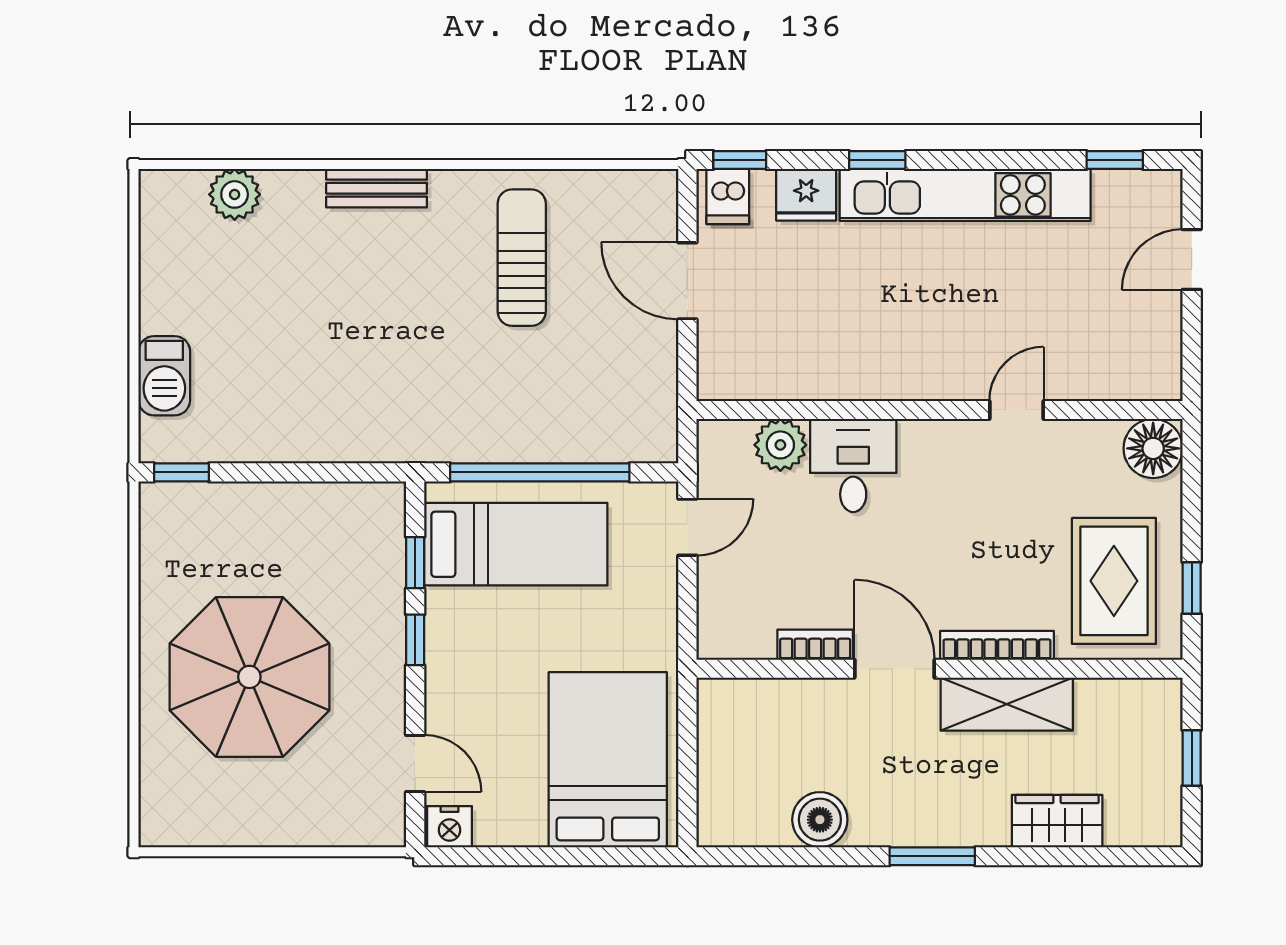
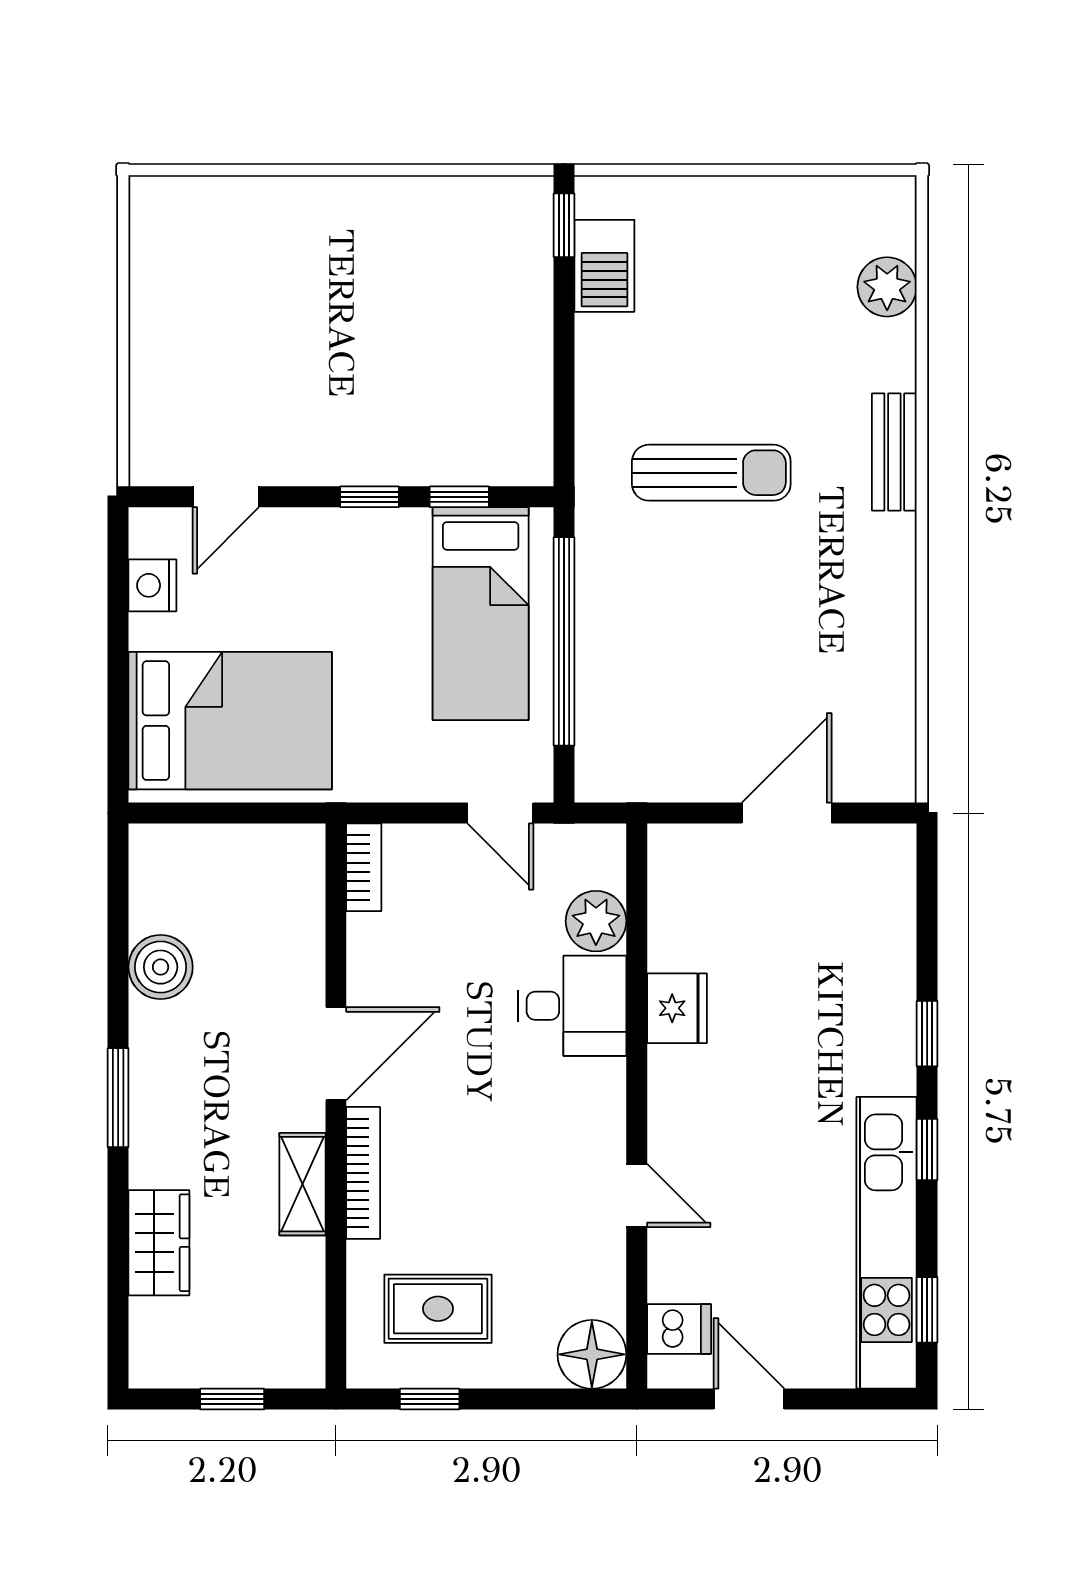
window: (740, 160) -> (927, 1149), moved
fridge: (806, 195) -> (677, 1008), moved, turned 180
kitchen unit: (965, 195) -> (887, 1243), moved
dishwasher: (728, 197) -> (679, 1329), moved, turned 180
sun lounger: (522, 258) -> (711, 473), moved
door: (1192, 260) -> (749, 1399), moved
barbecue: (164, 376) -> (604, 266), moved, turned -90
rug: (1114, 581) -> (438, 1309), width x0.73, depth x0.70
bookcase: (815, 645) -> (364, 867), moved
parasol: (249, 677) -> (326, 304), removed
shelving: (1007, 704) -> (302, 1184), width x0.67, depth x0.75
nightstand: (450, 827) -> (152, 585), moved

